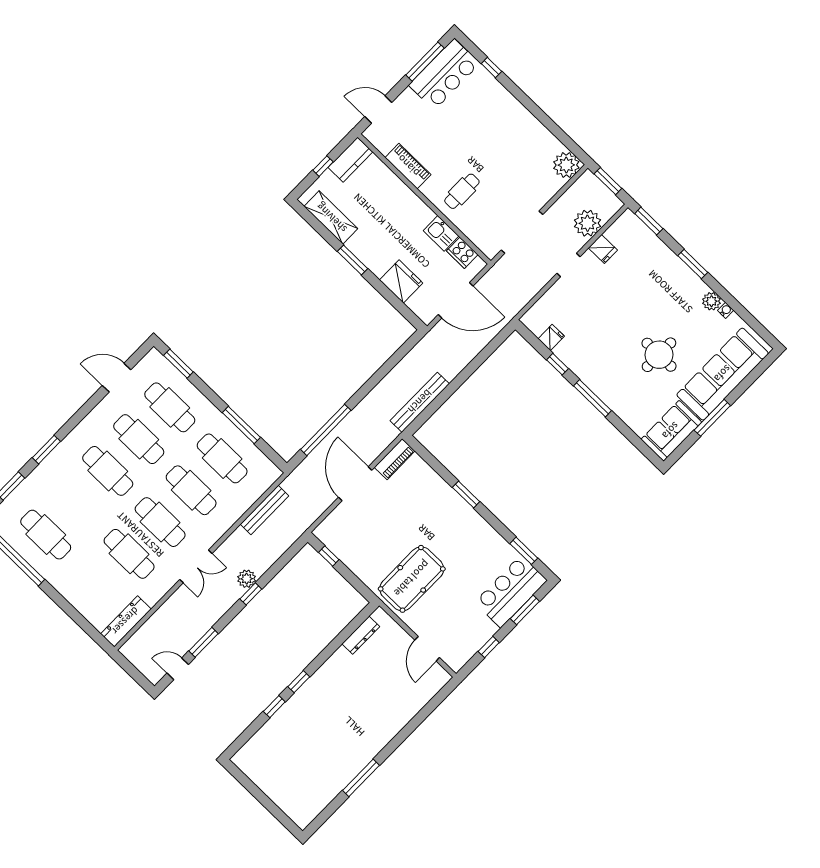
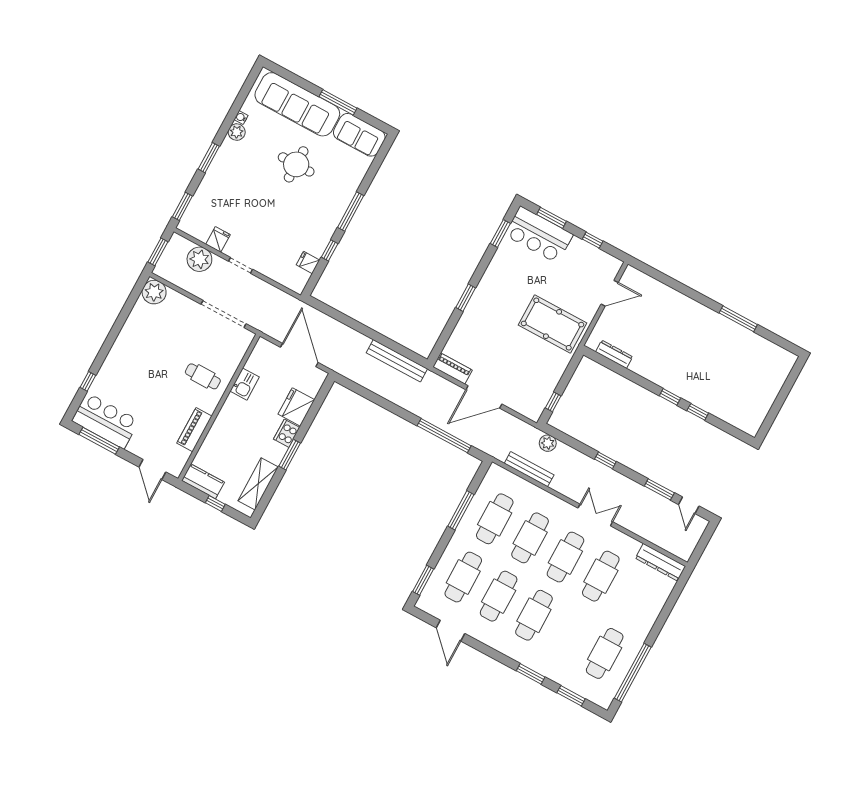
cooker: (462, 253) -> (287, 433), moved, turned 180
plant: (247, 579) -> (548, 443), moved

